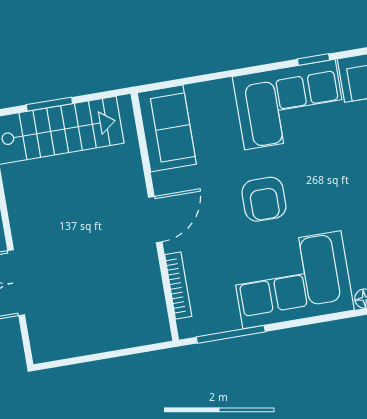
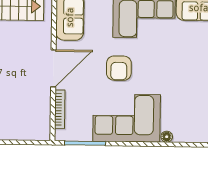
door: (155, 220) -> (53, 68), width x1.36

